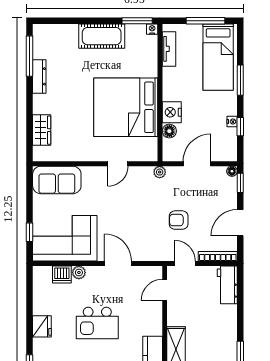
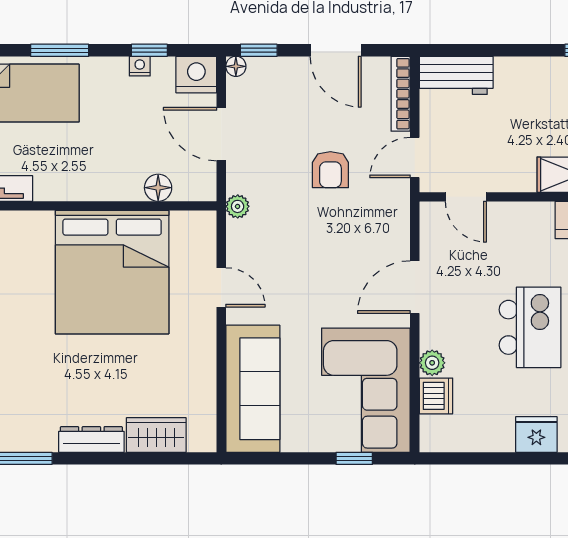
dresser: (39, 76) -> (91, 440), moved
nightstand: (172, 112) -> (196, 75), moved, turned 180
sofa: (57, 180) -> (253, 389), width x1.36

